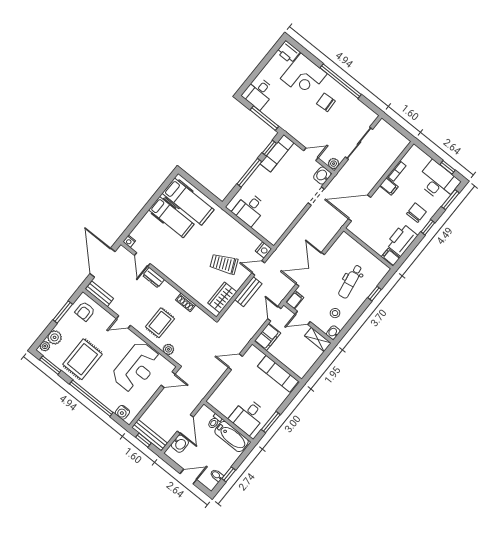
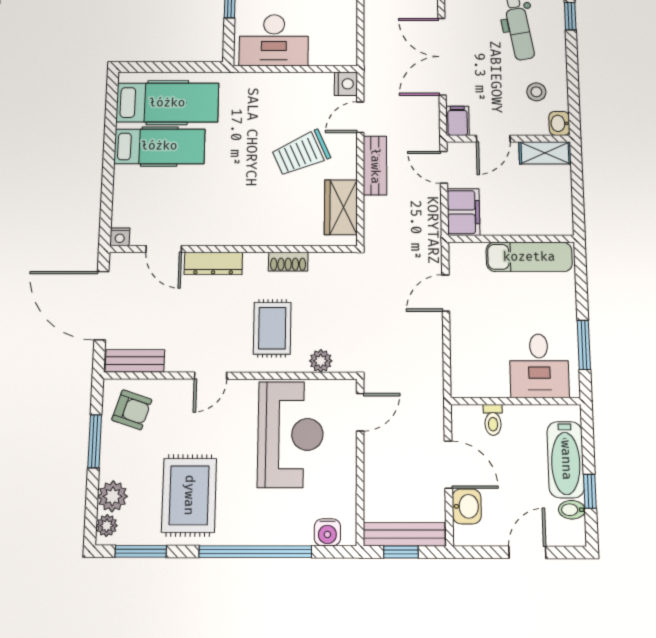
desk: (249, 209) -> (274, 40), width x1.37
dresser: (154, 278) -> (213, 264), width x1.44
armchair: (85, 311) -> (132, 410), turned -72
bathtub: (232, 437) -> (566, 460), moved, turned 90

